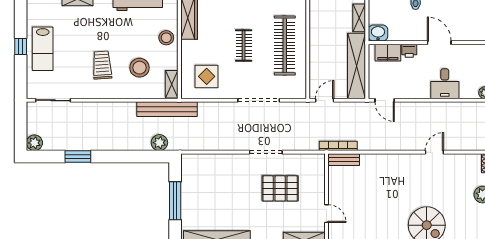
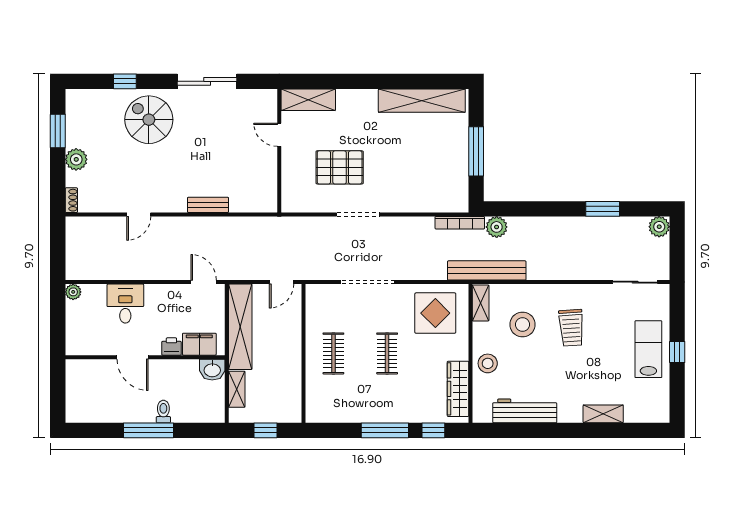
clothes rail: (285, 45) -> (333, 353), width x0.54, depth x0.76
display table: (207, 76) -> (435, 313), width x1.36, depth x1.36
bookcase: (338, 146) -> (460, 223), moved
bench: (344, 160) -> (208, 205), moved

